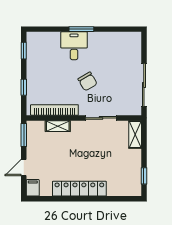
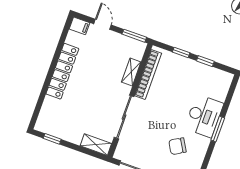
desk: (74, 46) -> (204, 116), width x1.37
window: (24, 51) -> (205, 61), moved
chair: (88, 81) -> (177, 146), moved
sliding door: (101, 118) -> (124, 117), width x1.37

